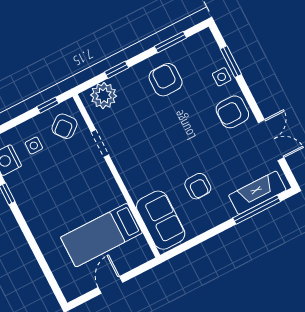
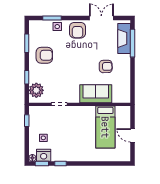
armchair: (166, 80) -> (44, 55), turned 180
armchair: (64, 126) -> (42, 118), removed
sofa: (161, 220) -> (96, 94), moved

